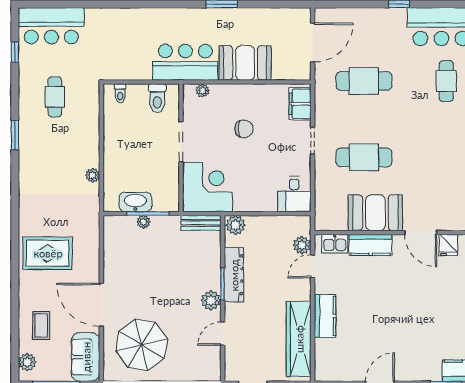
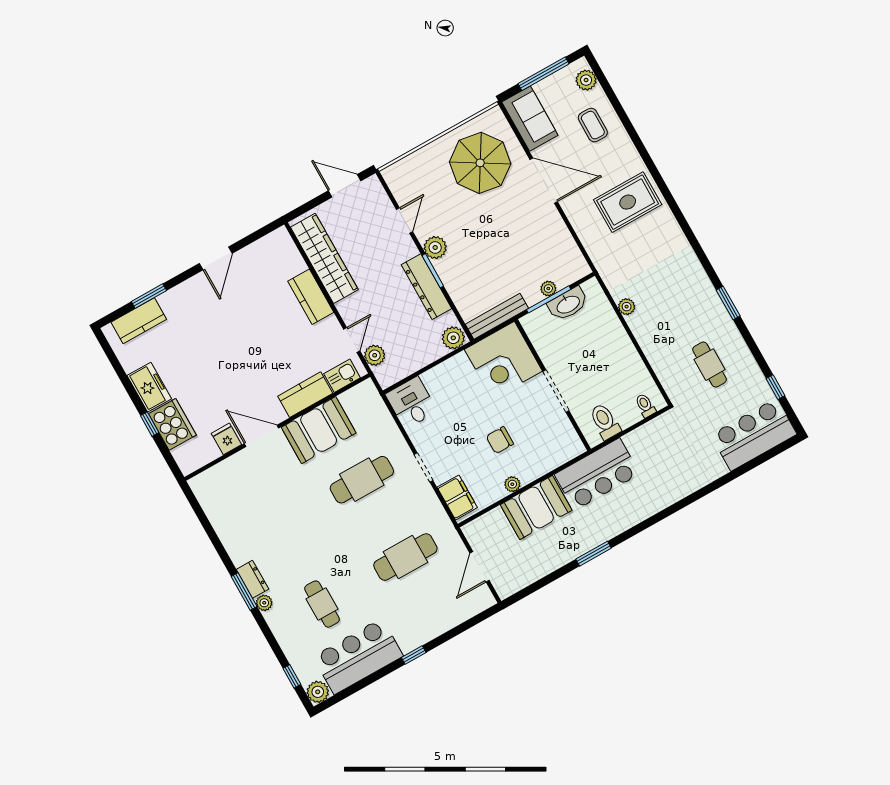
door: (313, 42) -> (479, 567), width x0.73
plant: (203, 90) -> (512, 484), moved
bench: (201, 223) -> (497, 316), width x1.36

